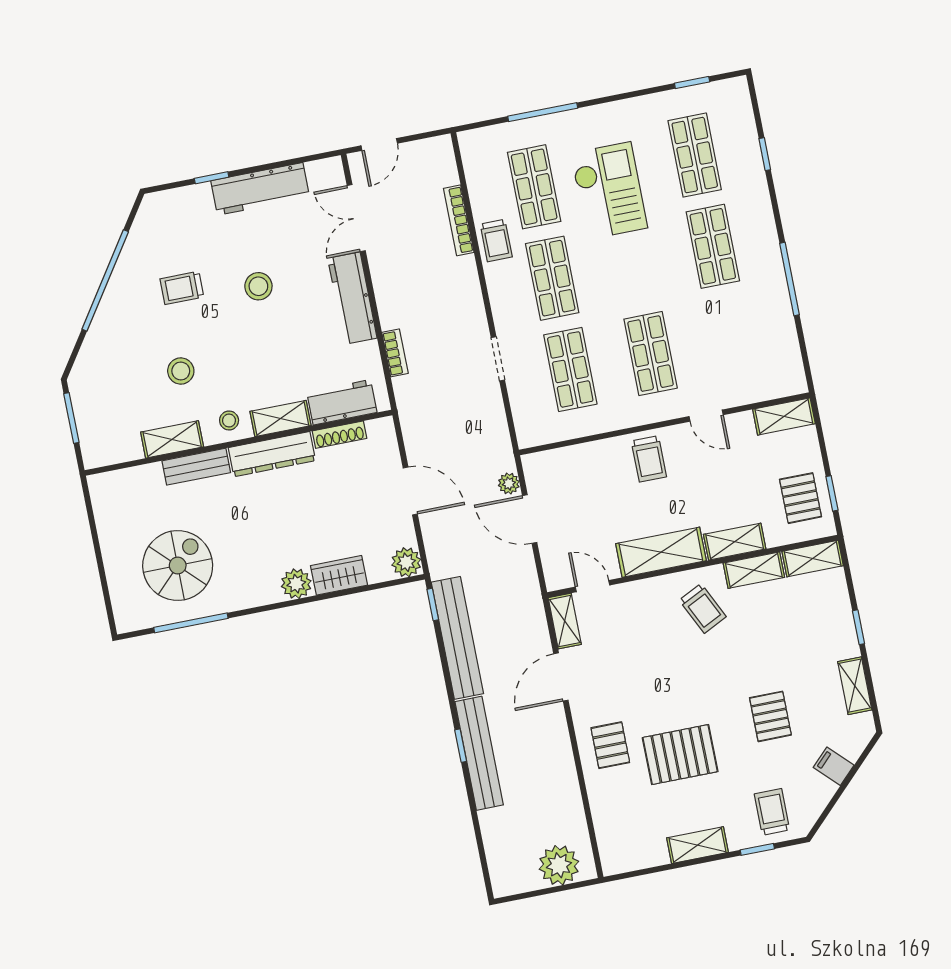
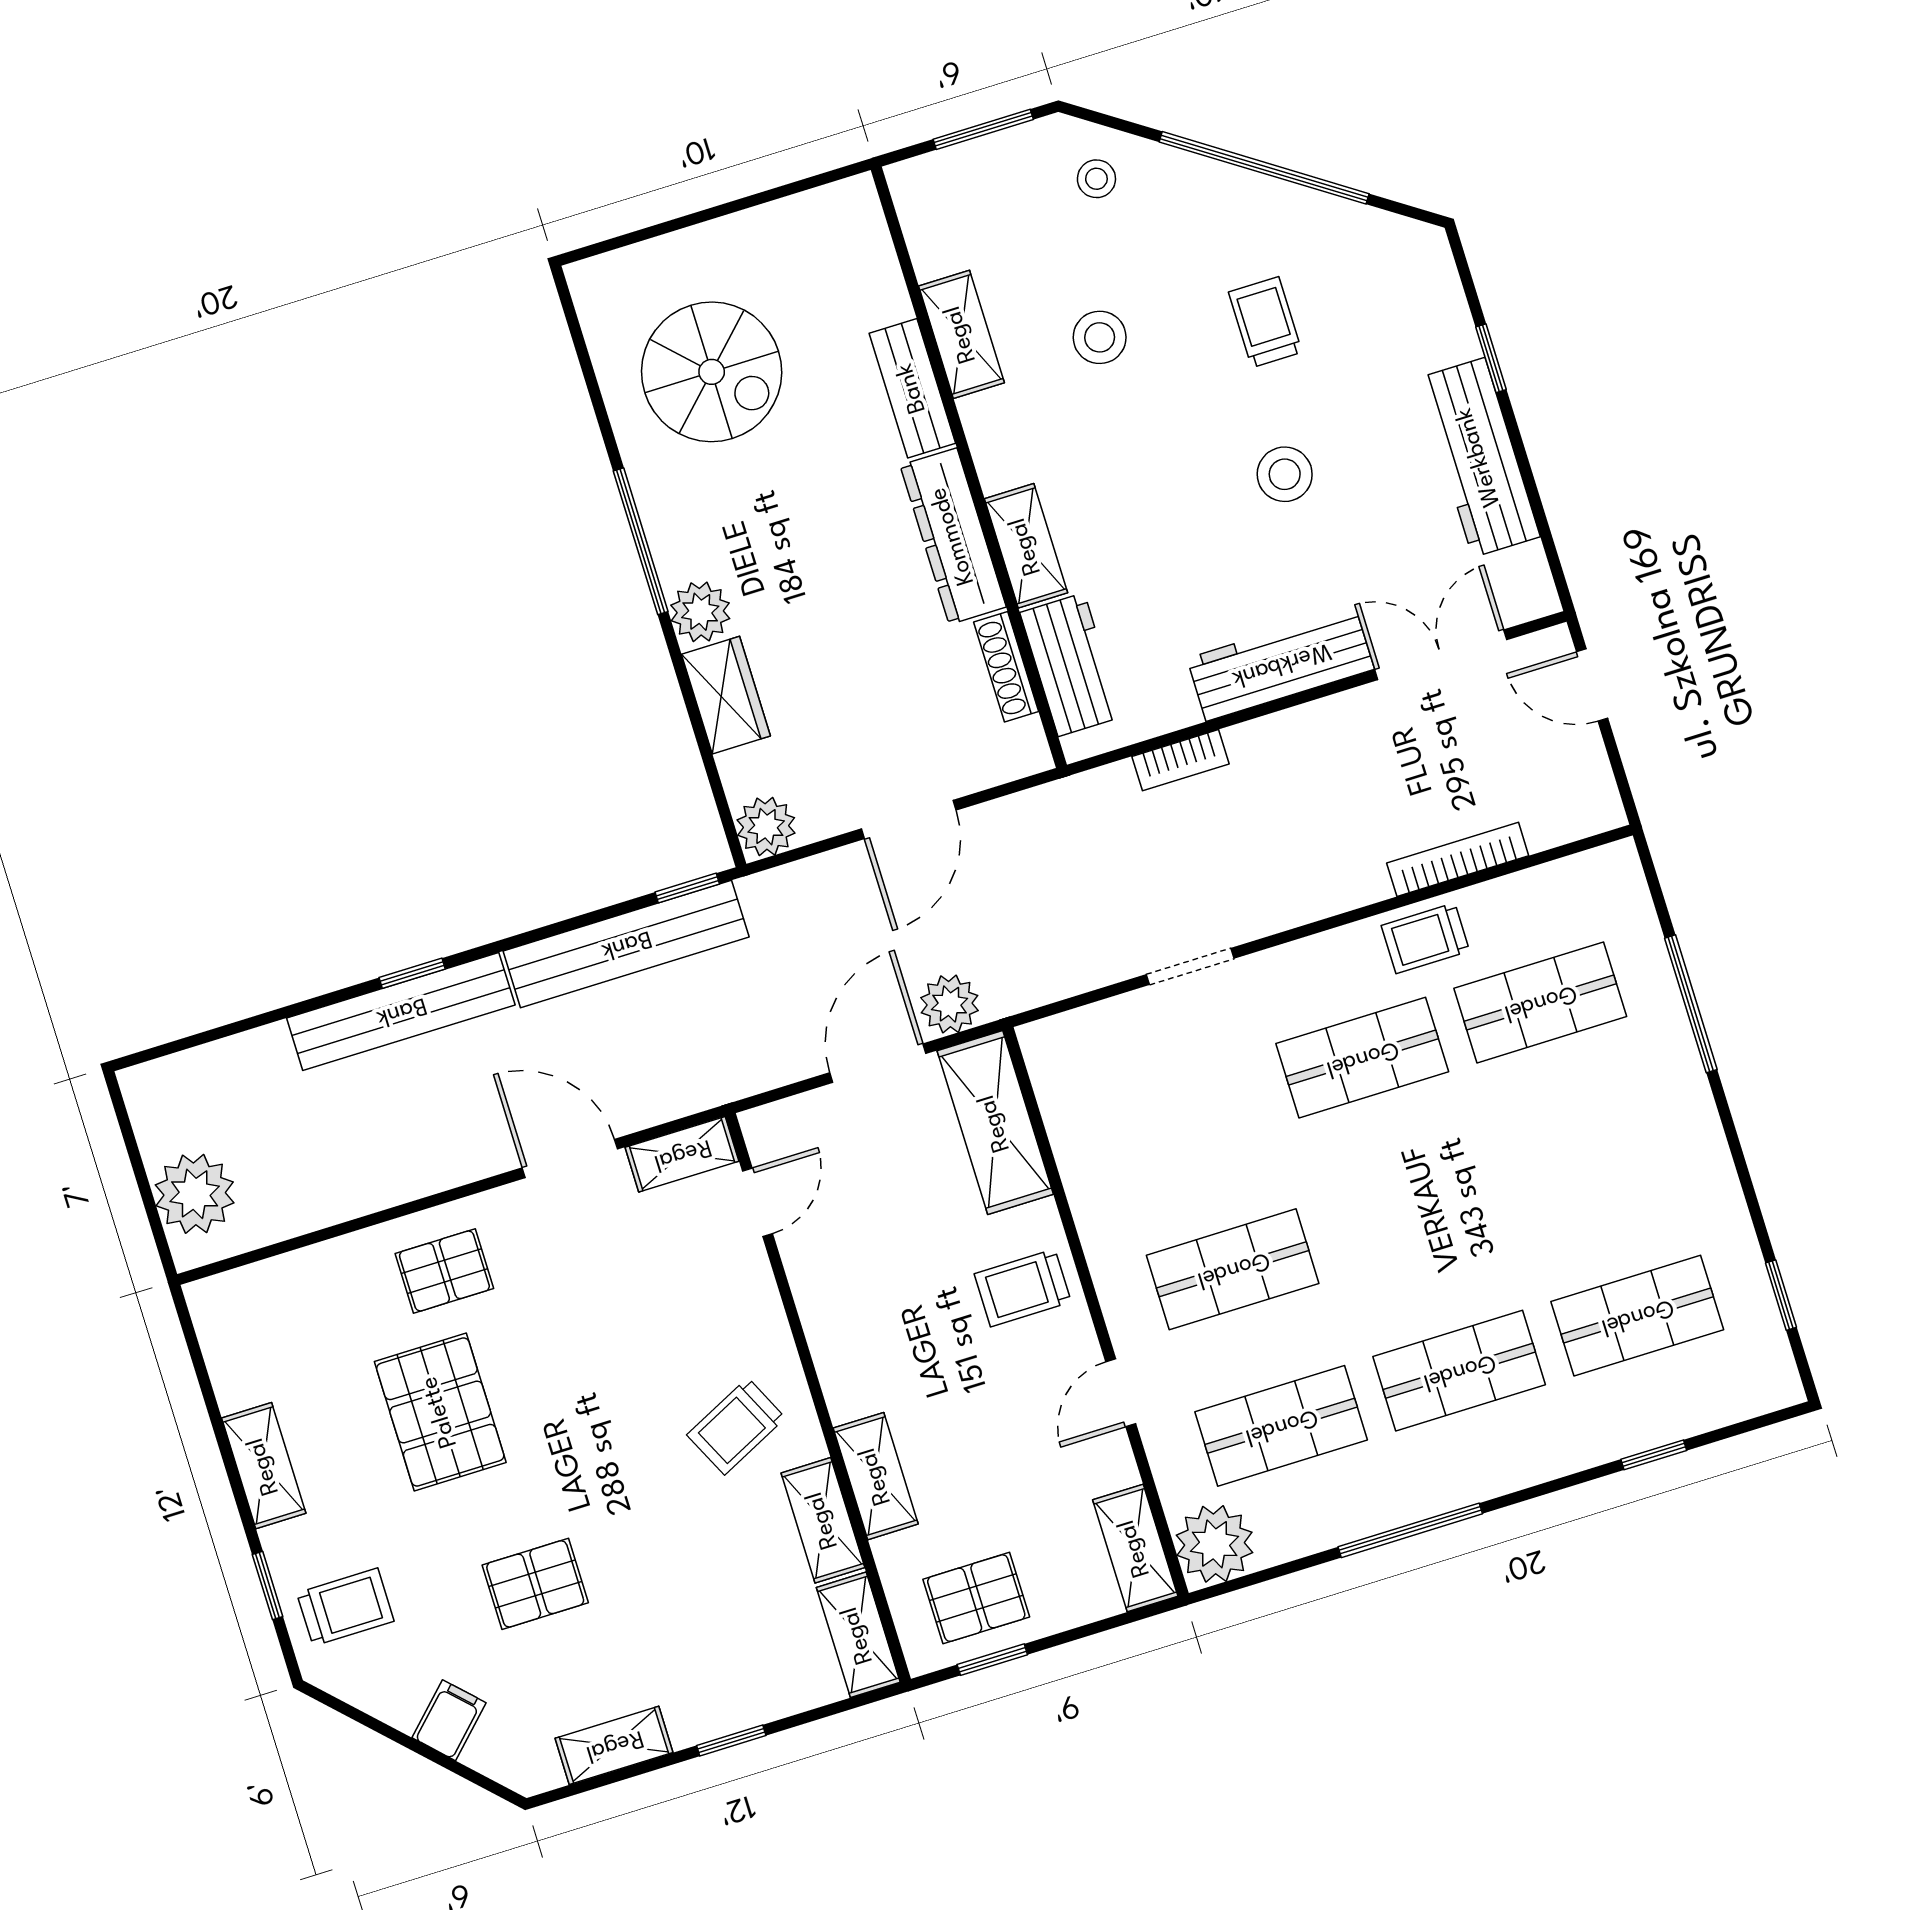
checkout: (609, 191) -> (1548, 1152), removed
shop shelf: (570, 369) -> (1281, 1426), moved
plant: (786, 377) -> (1215, 1544), added
stool: (229, 420) -> (1096, 179), moved
plant: (509, 484) -> (950, 1004), width x1.38, depth x1.38
shelving: (661, 552) -> (995, 1123), moved
window: (191, 623) -> (641, 541), moved

